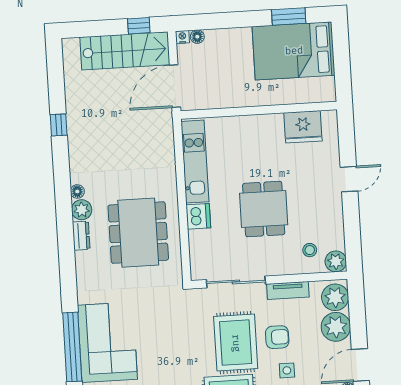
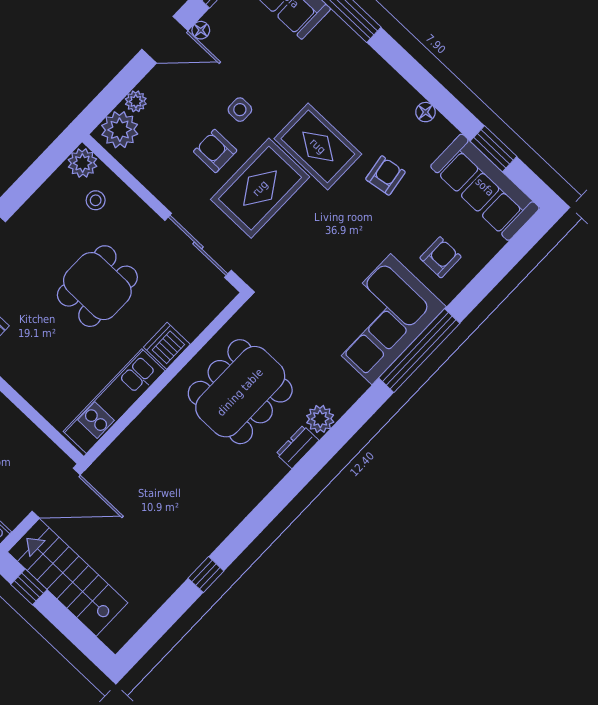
floor lamp: (77, 191) -> (256, 493), removed
plant: (82, 210) -> (320, 419), moved
tv unit: (288, 291) -> (158, 184), removed
plant: (336, 327) -> (136, 101), width x0.53, depth x0.53

